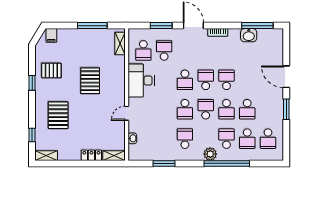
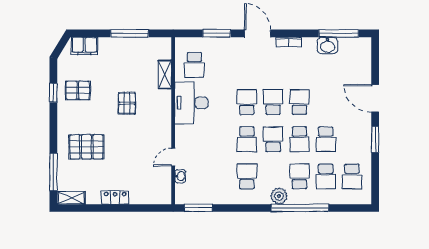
filing cabinet: (51, 35) -> (84, 46), width x2.00
shelving: (120, 44) -> (165, 75), moved
school desk: (164, 50) -> (221, 65), removed
school desk: (185, 80) -> (247, 102), turned 180
pallet: (90, 81) -> (127, 103), width x0.67, depth x0.71
window: (32, 83) -> (53, 93), moved
door: (127, 113) -> (173, 157), moved
pallet: (58, 115) -> (86, 147), turned 90
window: (32, 135) -> (53, 172), width x2.17
locker: (91, 155) -> (115, 197), moved
shelving: (114, 156) -> (157, 198), removed
window: (164, 163) -> (198, 208), moved

